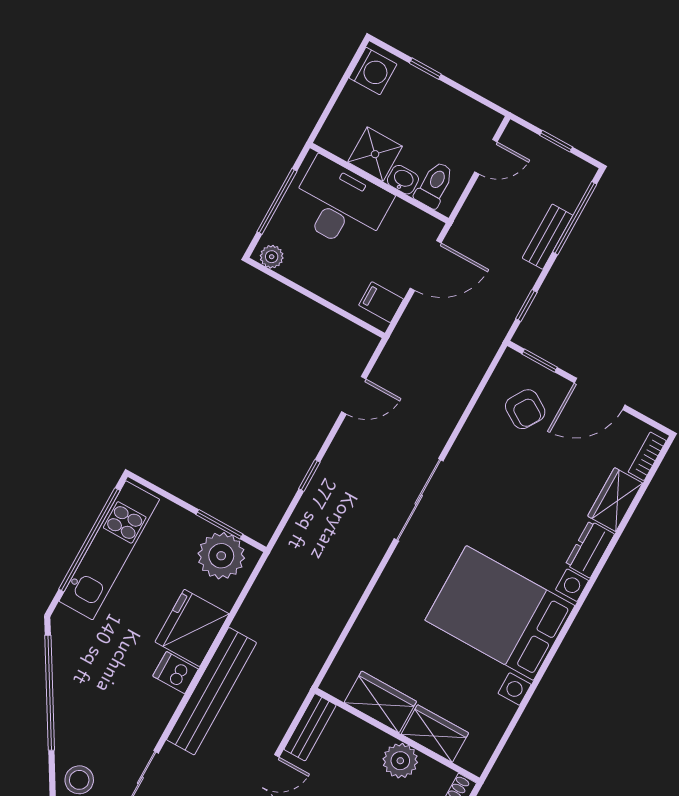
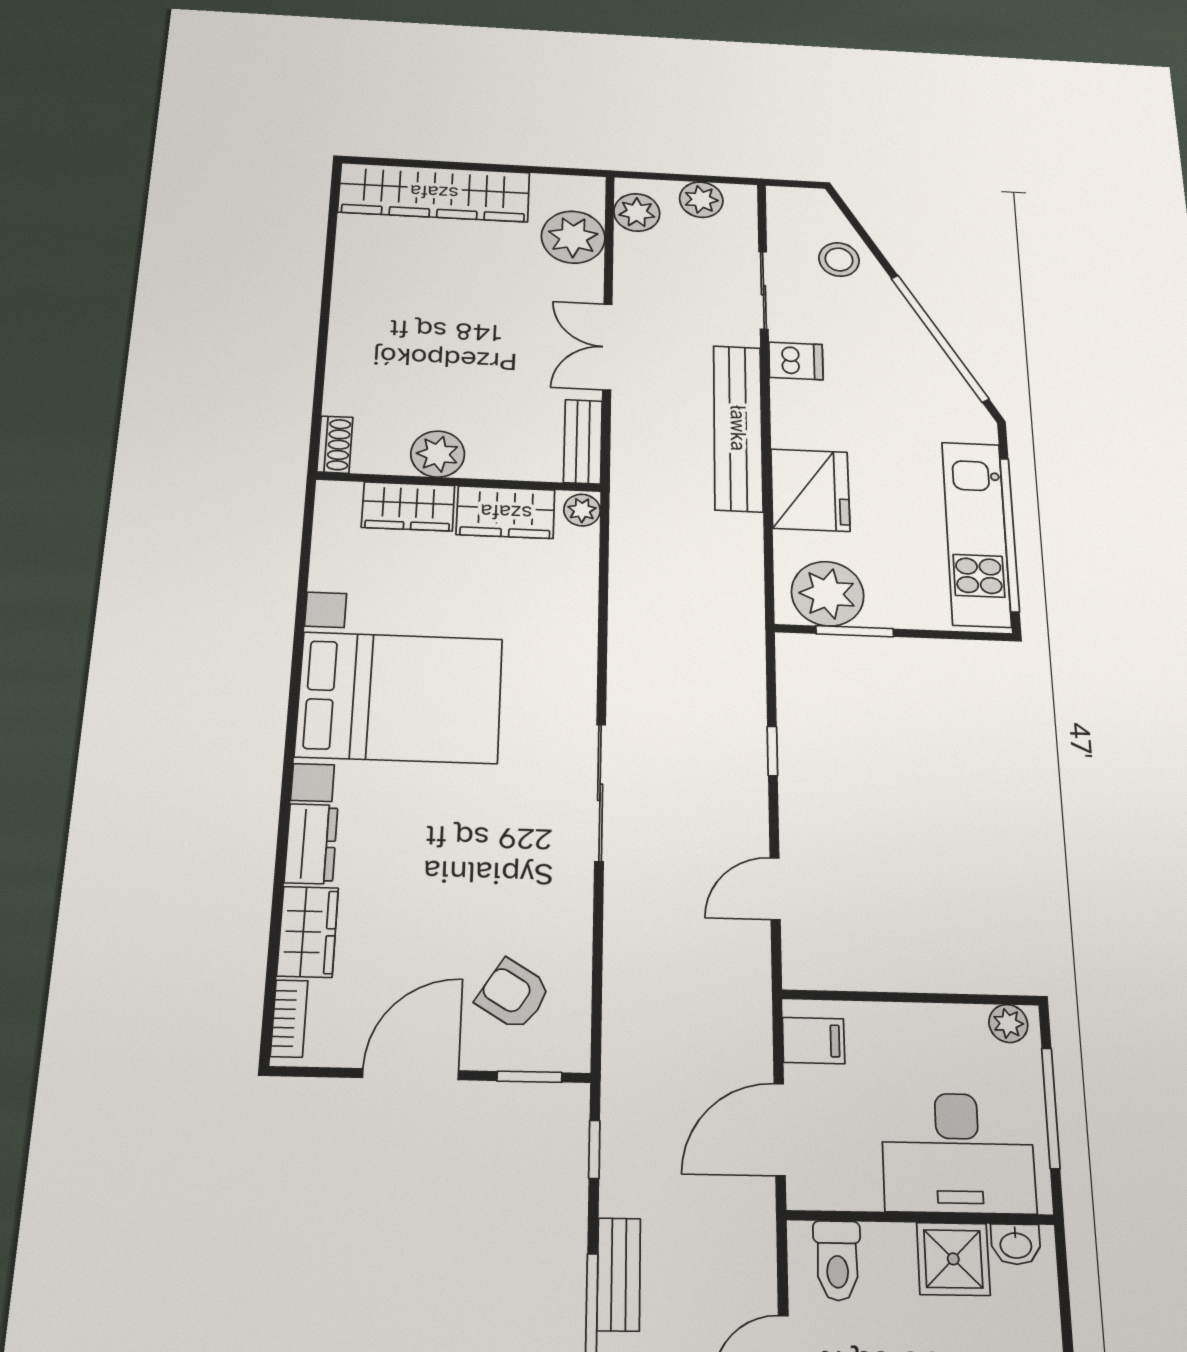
washbasin: (403, 180) -> (1016, 1244), moved
dishwasher: (176, 673) -> (796, 361), moved
plant: (335, 681) -> (582, 510), added

